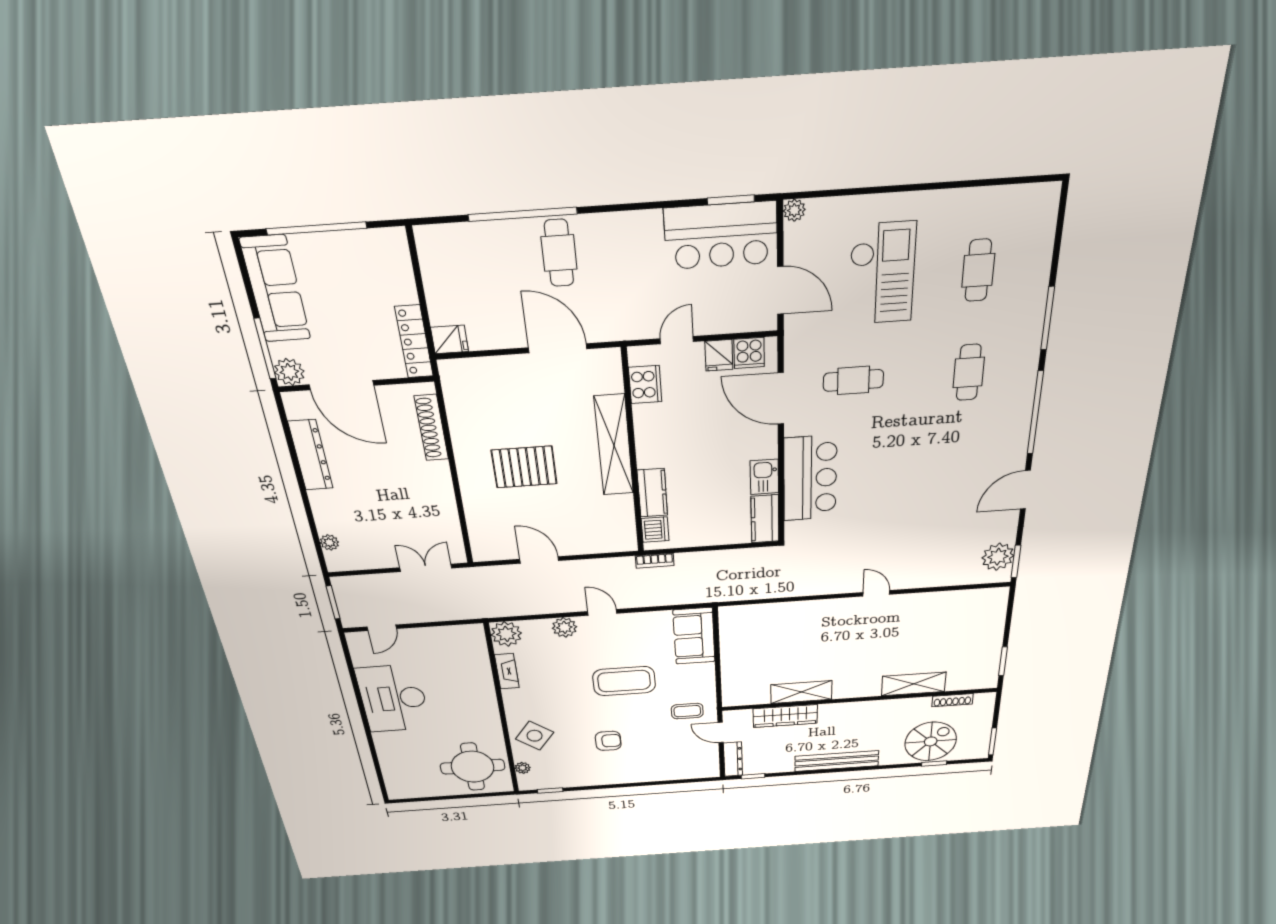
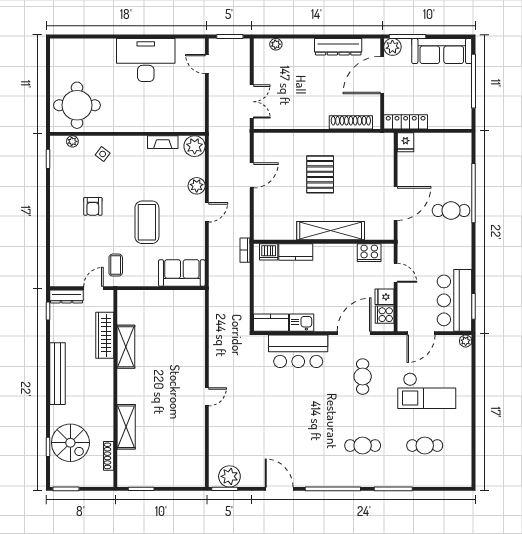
side table: (535, 736) -> (103, 154), width x0.54, depth x0.54

